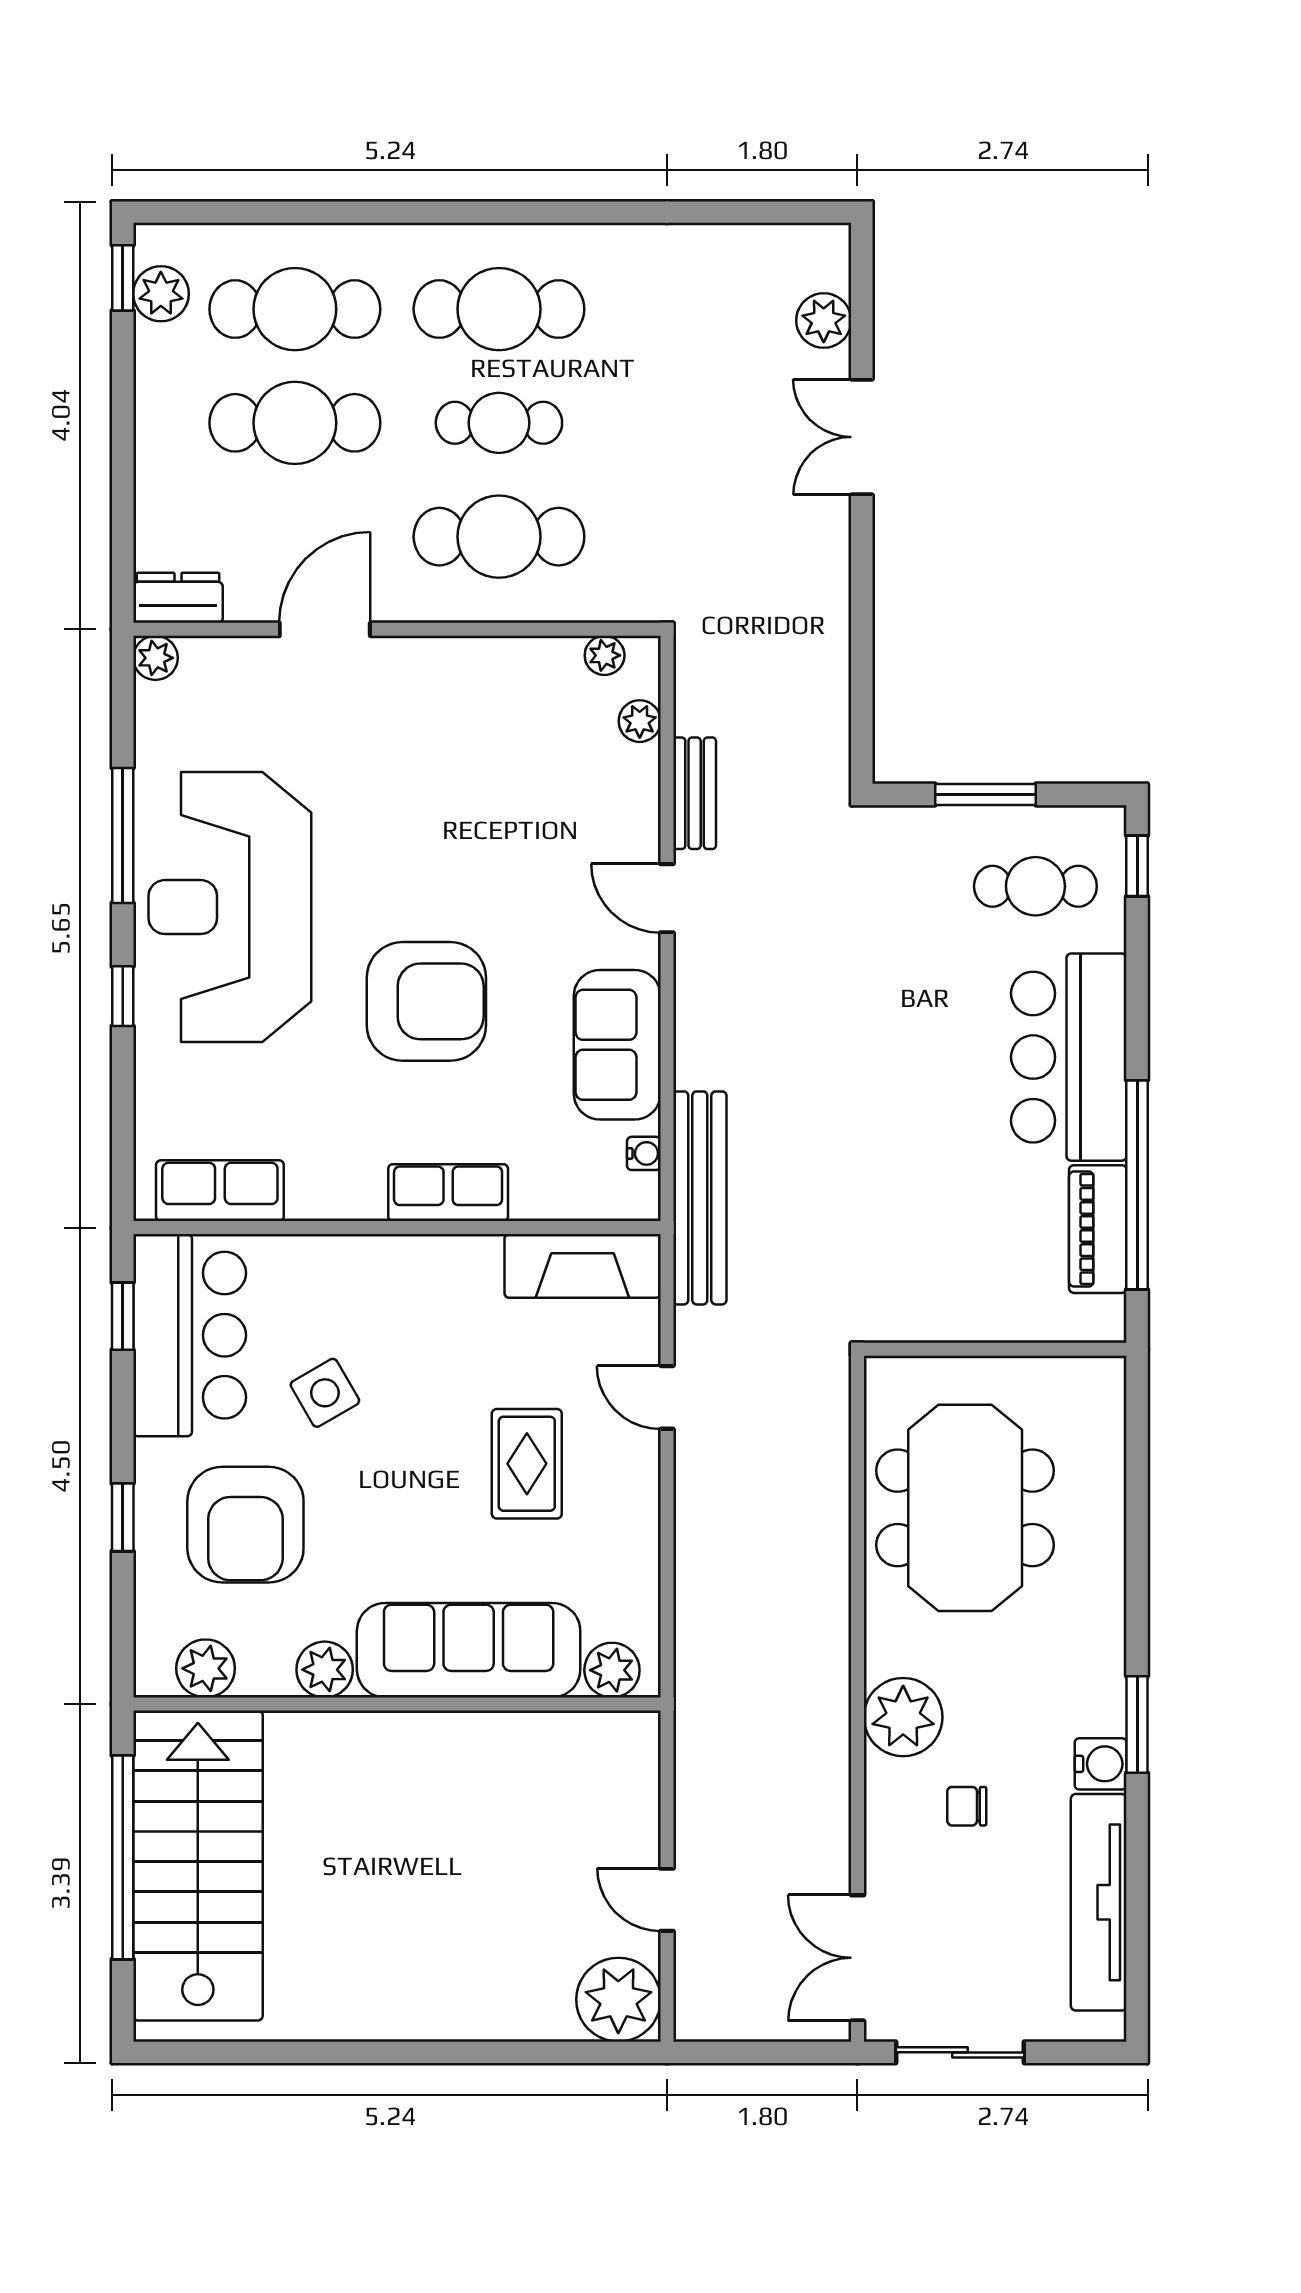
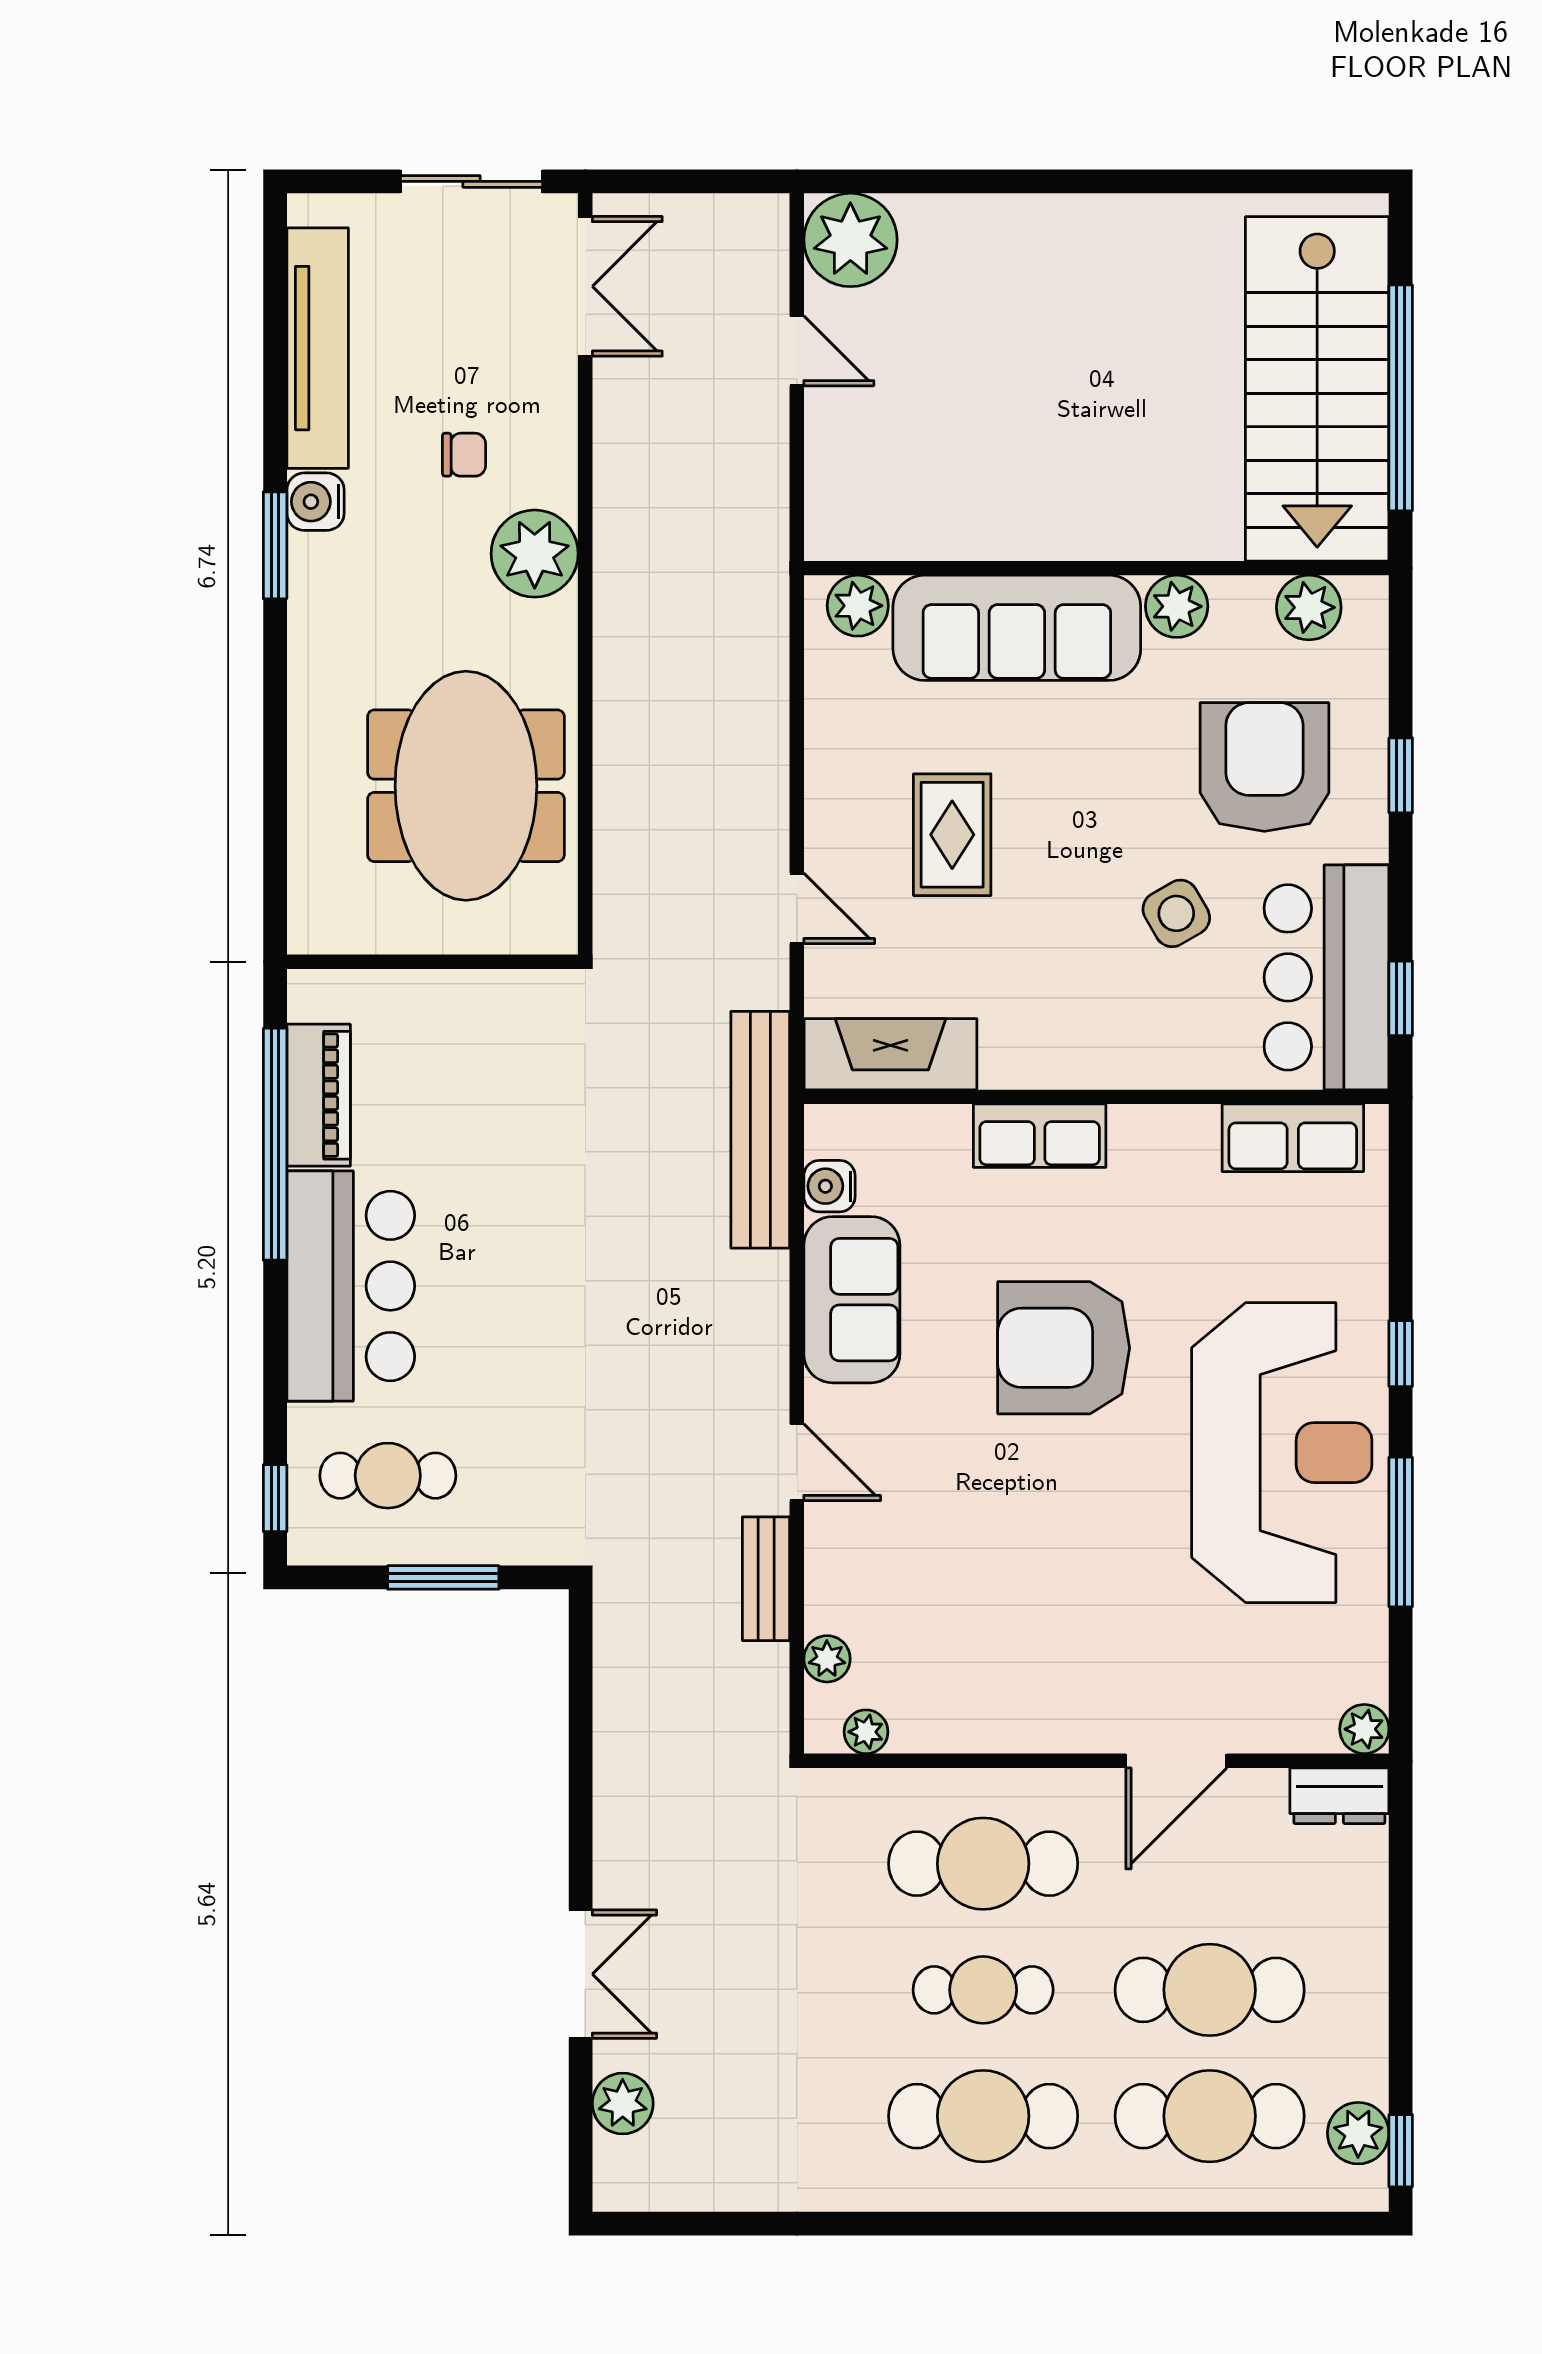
water cooler: (644, 1153) -> (829, 1186), width x1.38, depth x1.38

